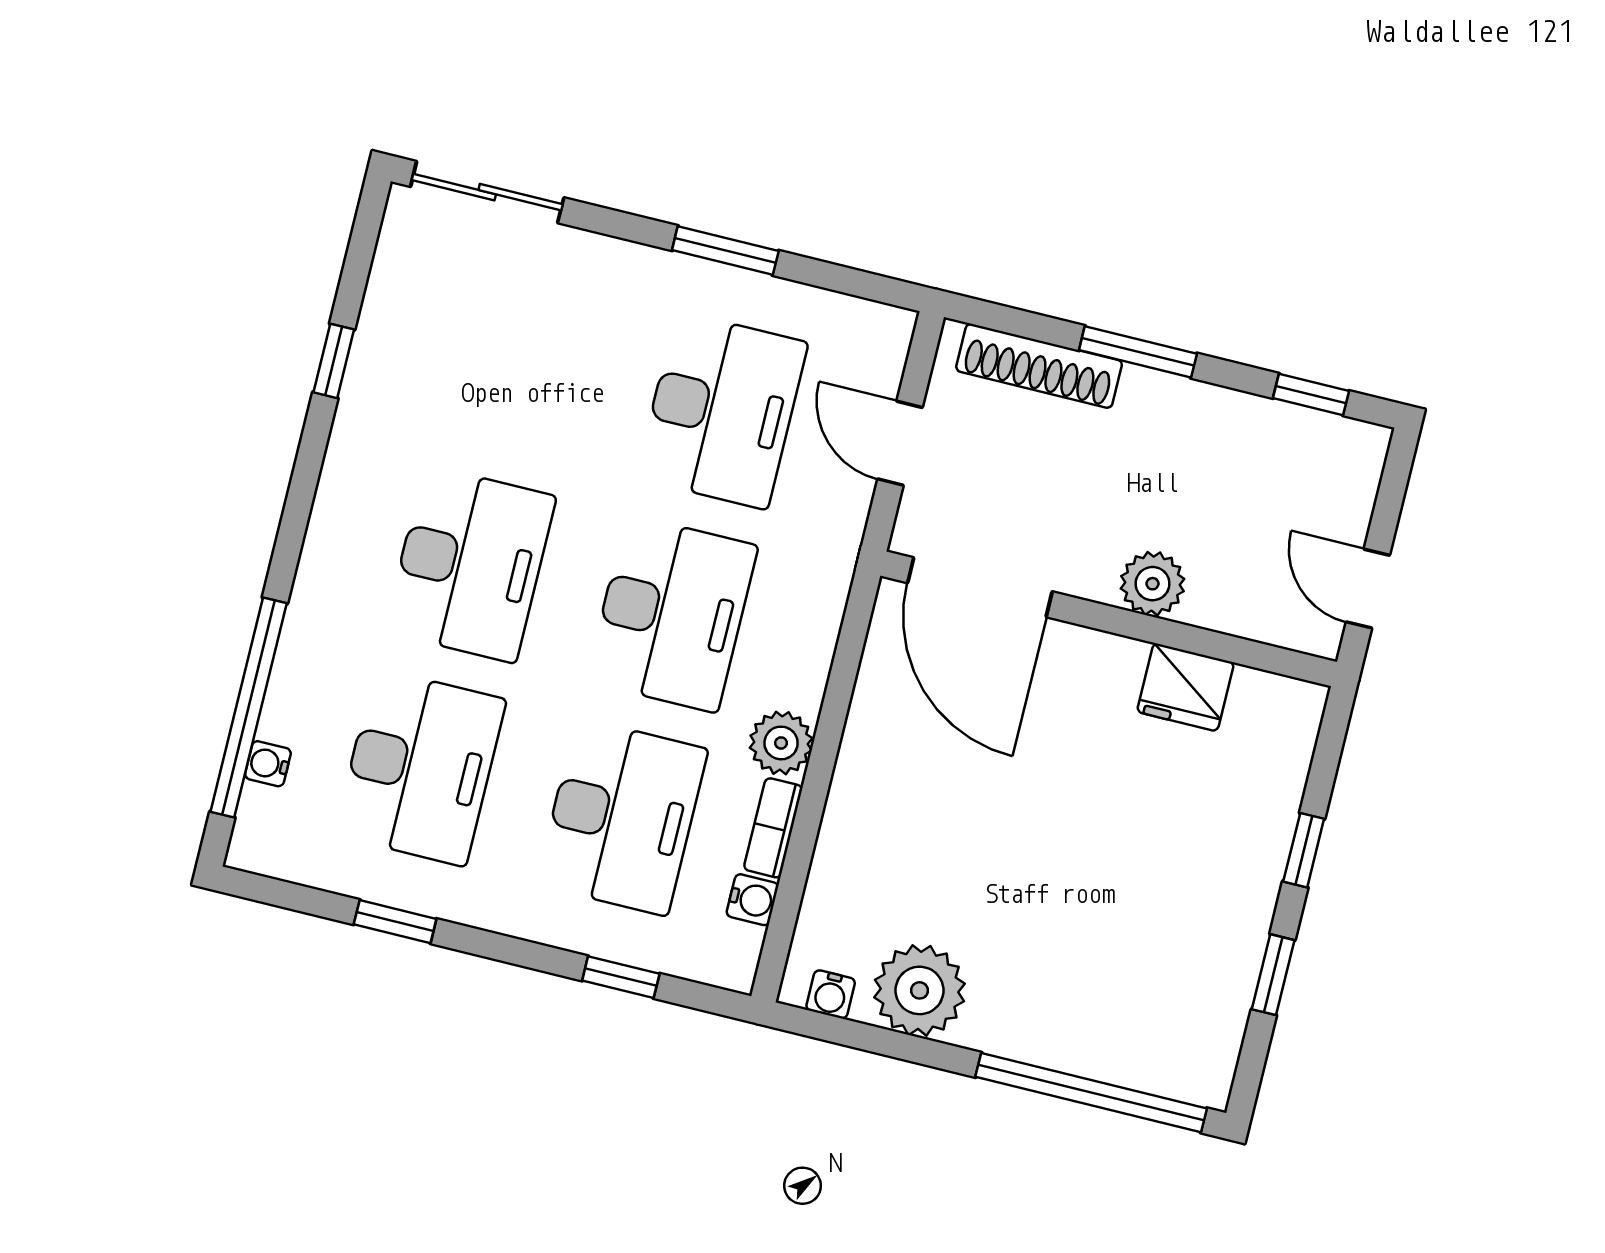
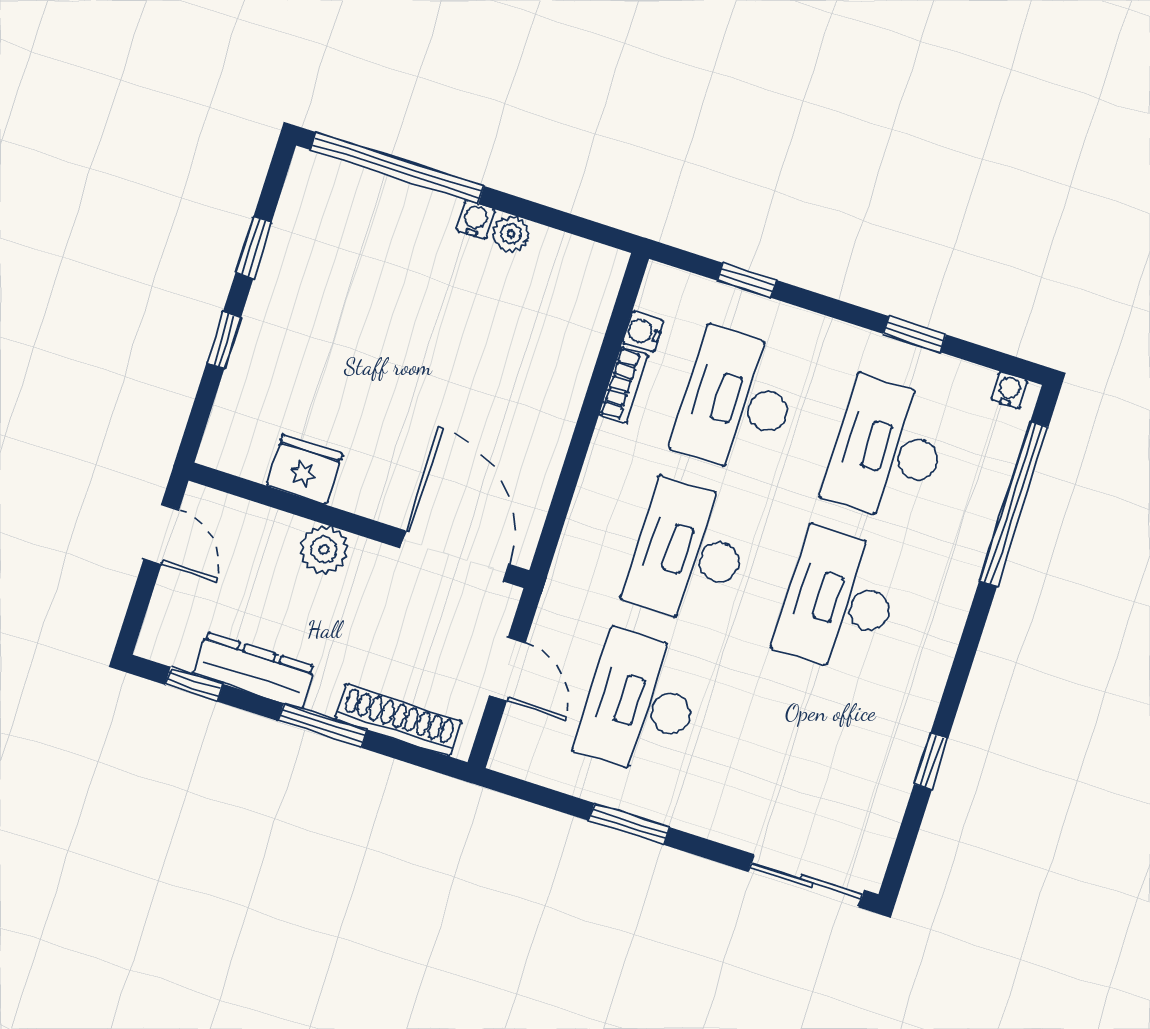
dresser: (1233, 419) -> (254, 670), added
plant: (781, 743) -> (613, 449), removed
water cooler: (268, 764) -> (1009, 390), moved, turned -90
plant: (920, 990) -> (511, 234), width x0.53, depth x0.53
water cooler: (831, 994) -> (476, 220), moved

